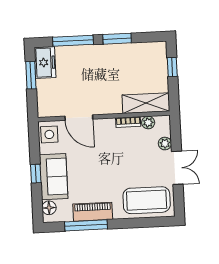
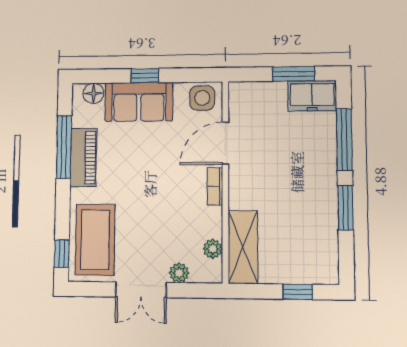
bookcase: (128, 122) -> (215, 186), moved
window: (157, 222) -> (62, 254), added

